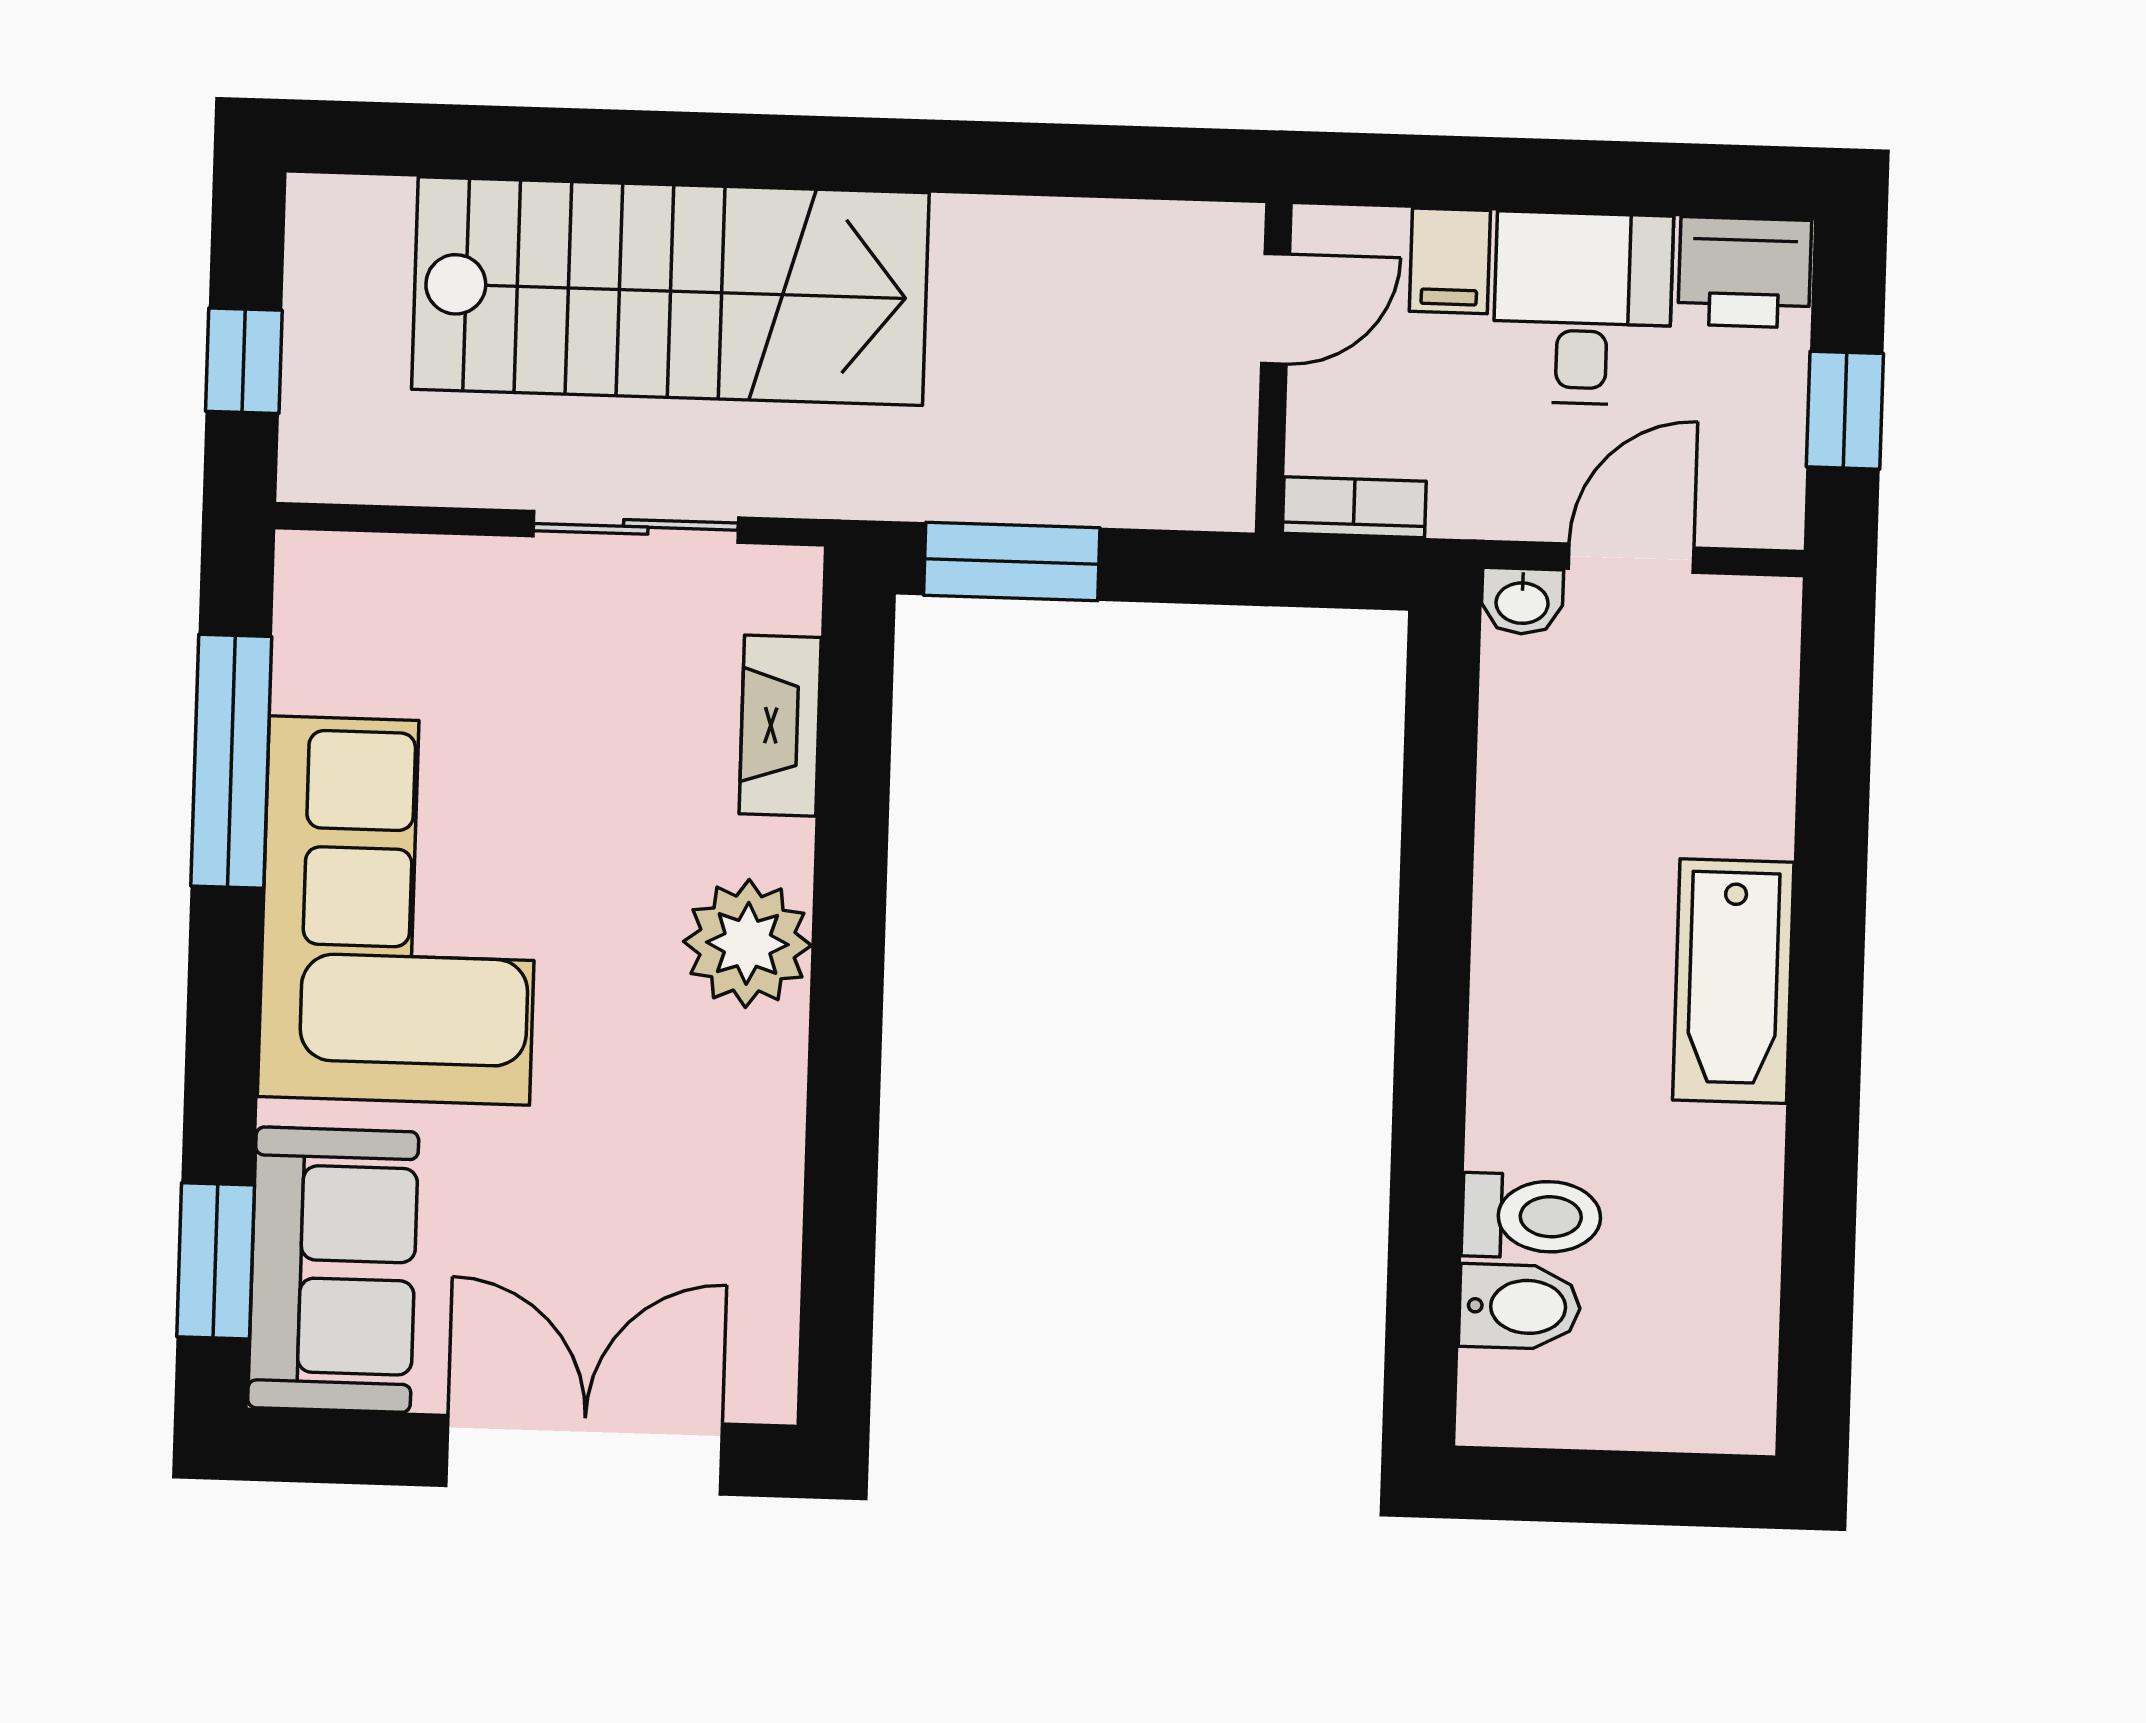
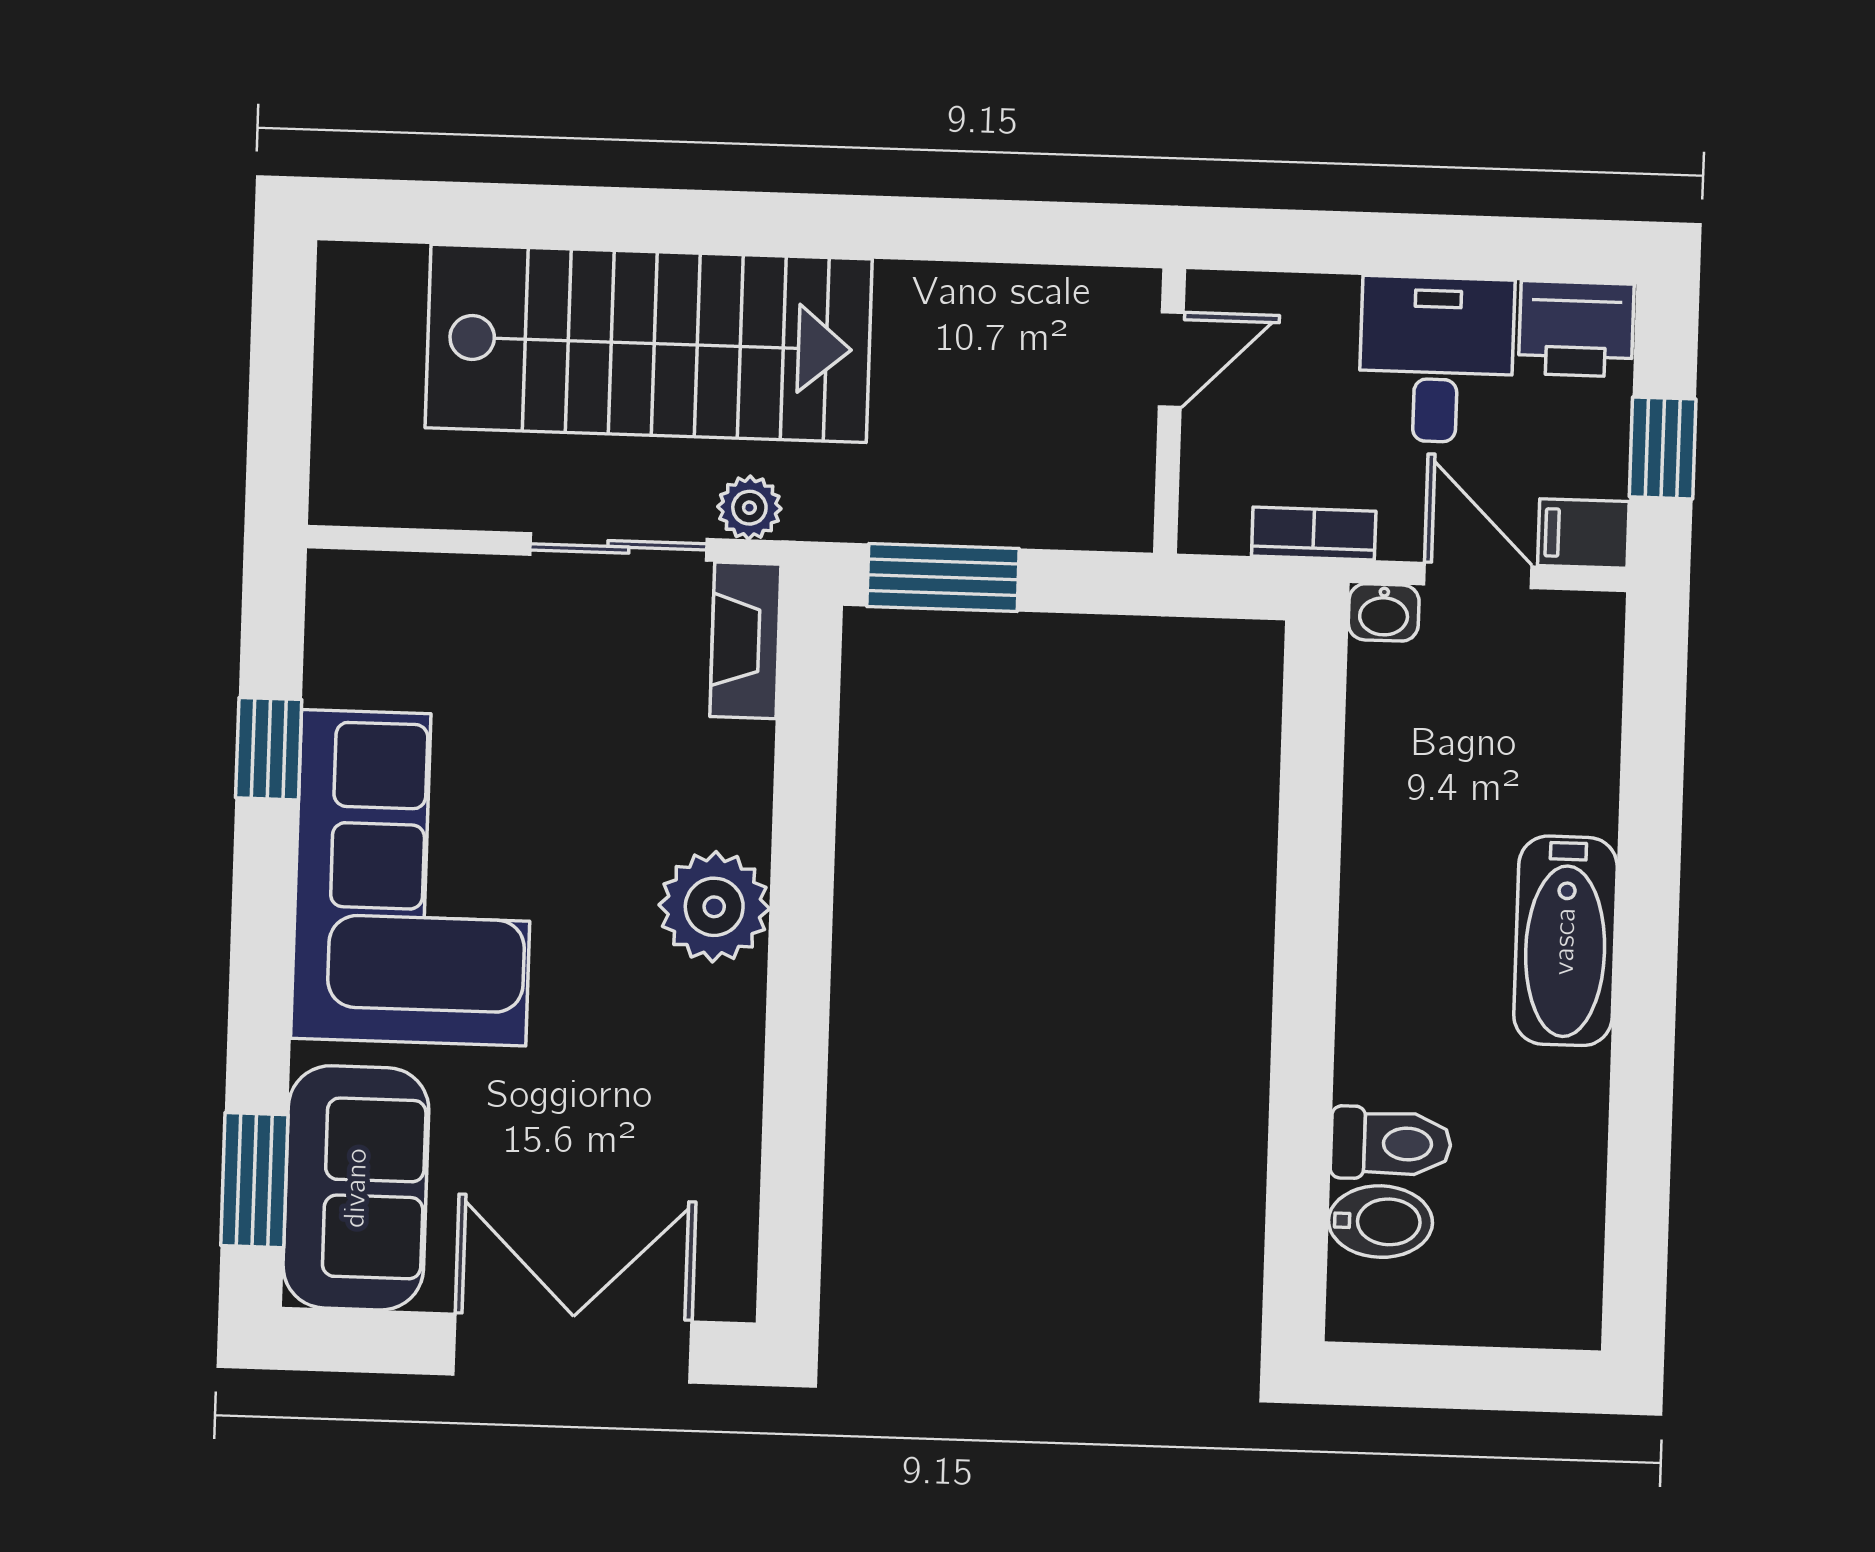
filing cabinet: (1450, 261) -> (1583, 534), moved, turned 90
window: (244, 361) -> (280, 403), removed
plant: (787, 481) -> (749, 508), added
bookcase: (1354, 507) -> (1314, 534), moved
door: (1631, 558) -> (1478, 575), hinge flipped
fireplace: (780, 726) -> (745, 640), moved
window: (231, 761) -> (269, 749), width x0.46

